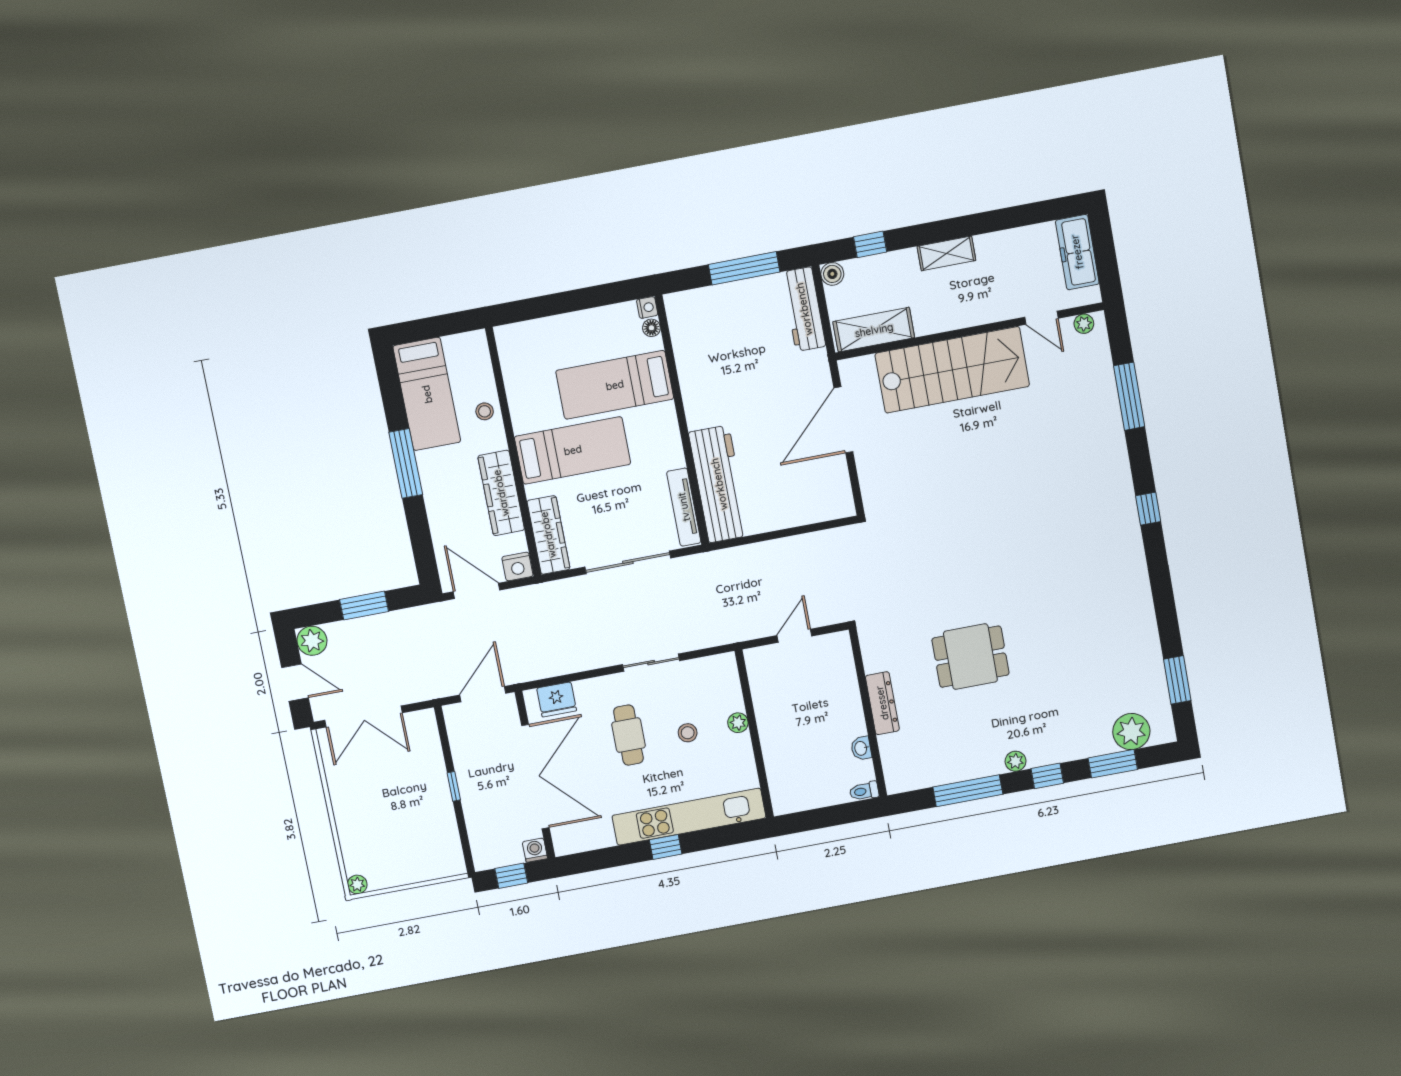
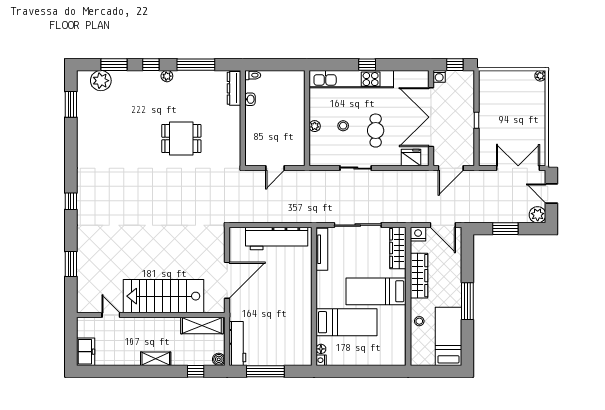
freezer: (1077, 252) -> (86, 352), width x0.71
plant: (1084, 324) -> (89, 307), removed
window: (1129, 396) -> (71, 264), width x0.69
workbench: (719, 484) -> (277, 239), moved, turned -90
dresser: (882, 703) -> (234, 88), moved

